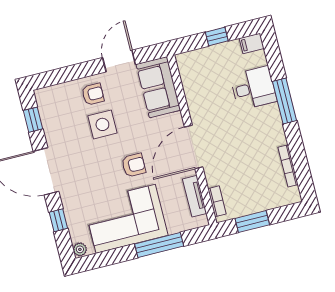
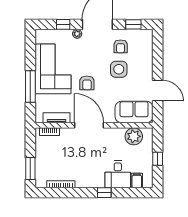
filing cabinet: (252, 43) -> (137, 181), moved
plant: (193, 79) -> (134, 136), added
armchair: (93, 94) -> (121, 46), moved
window: (285, 101) -> (104, 193), width x0.46
window: (252, 222) -> (30, 168), moved
plant: (80, 249) -> (77, 34), moved

